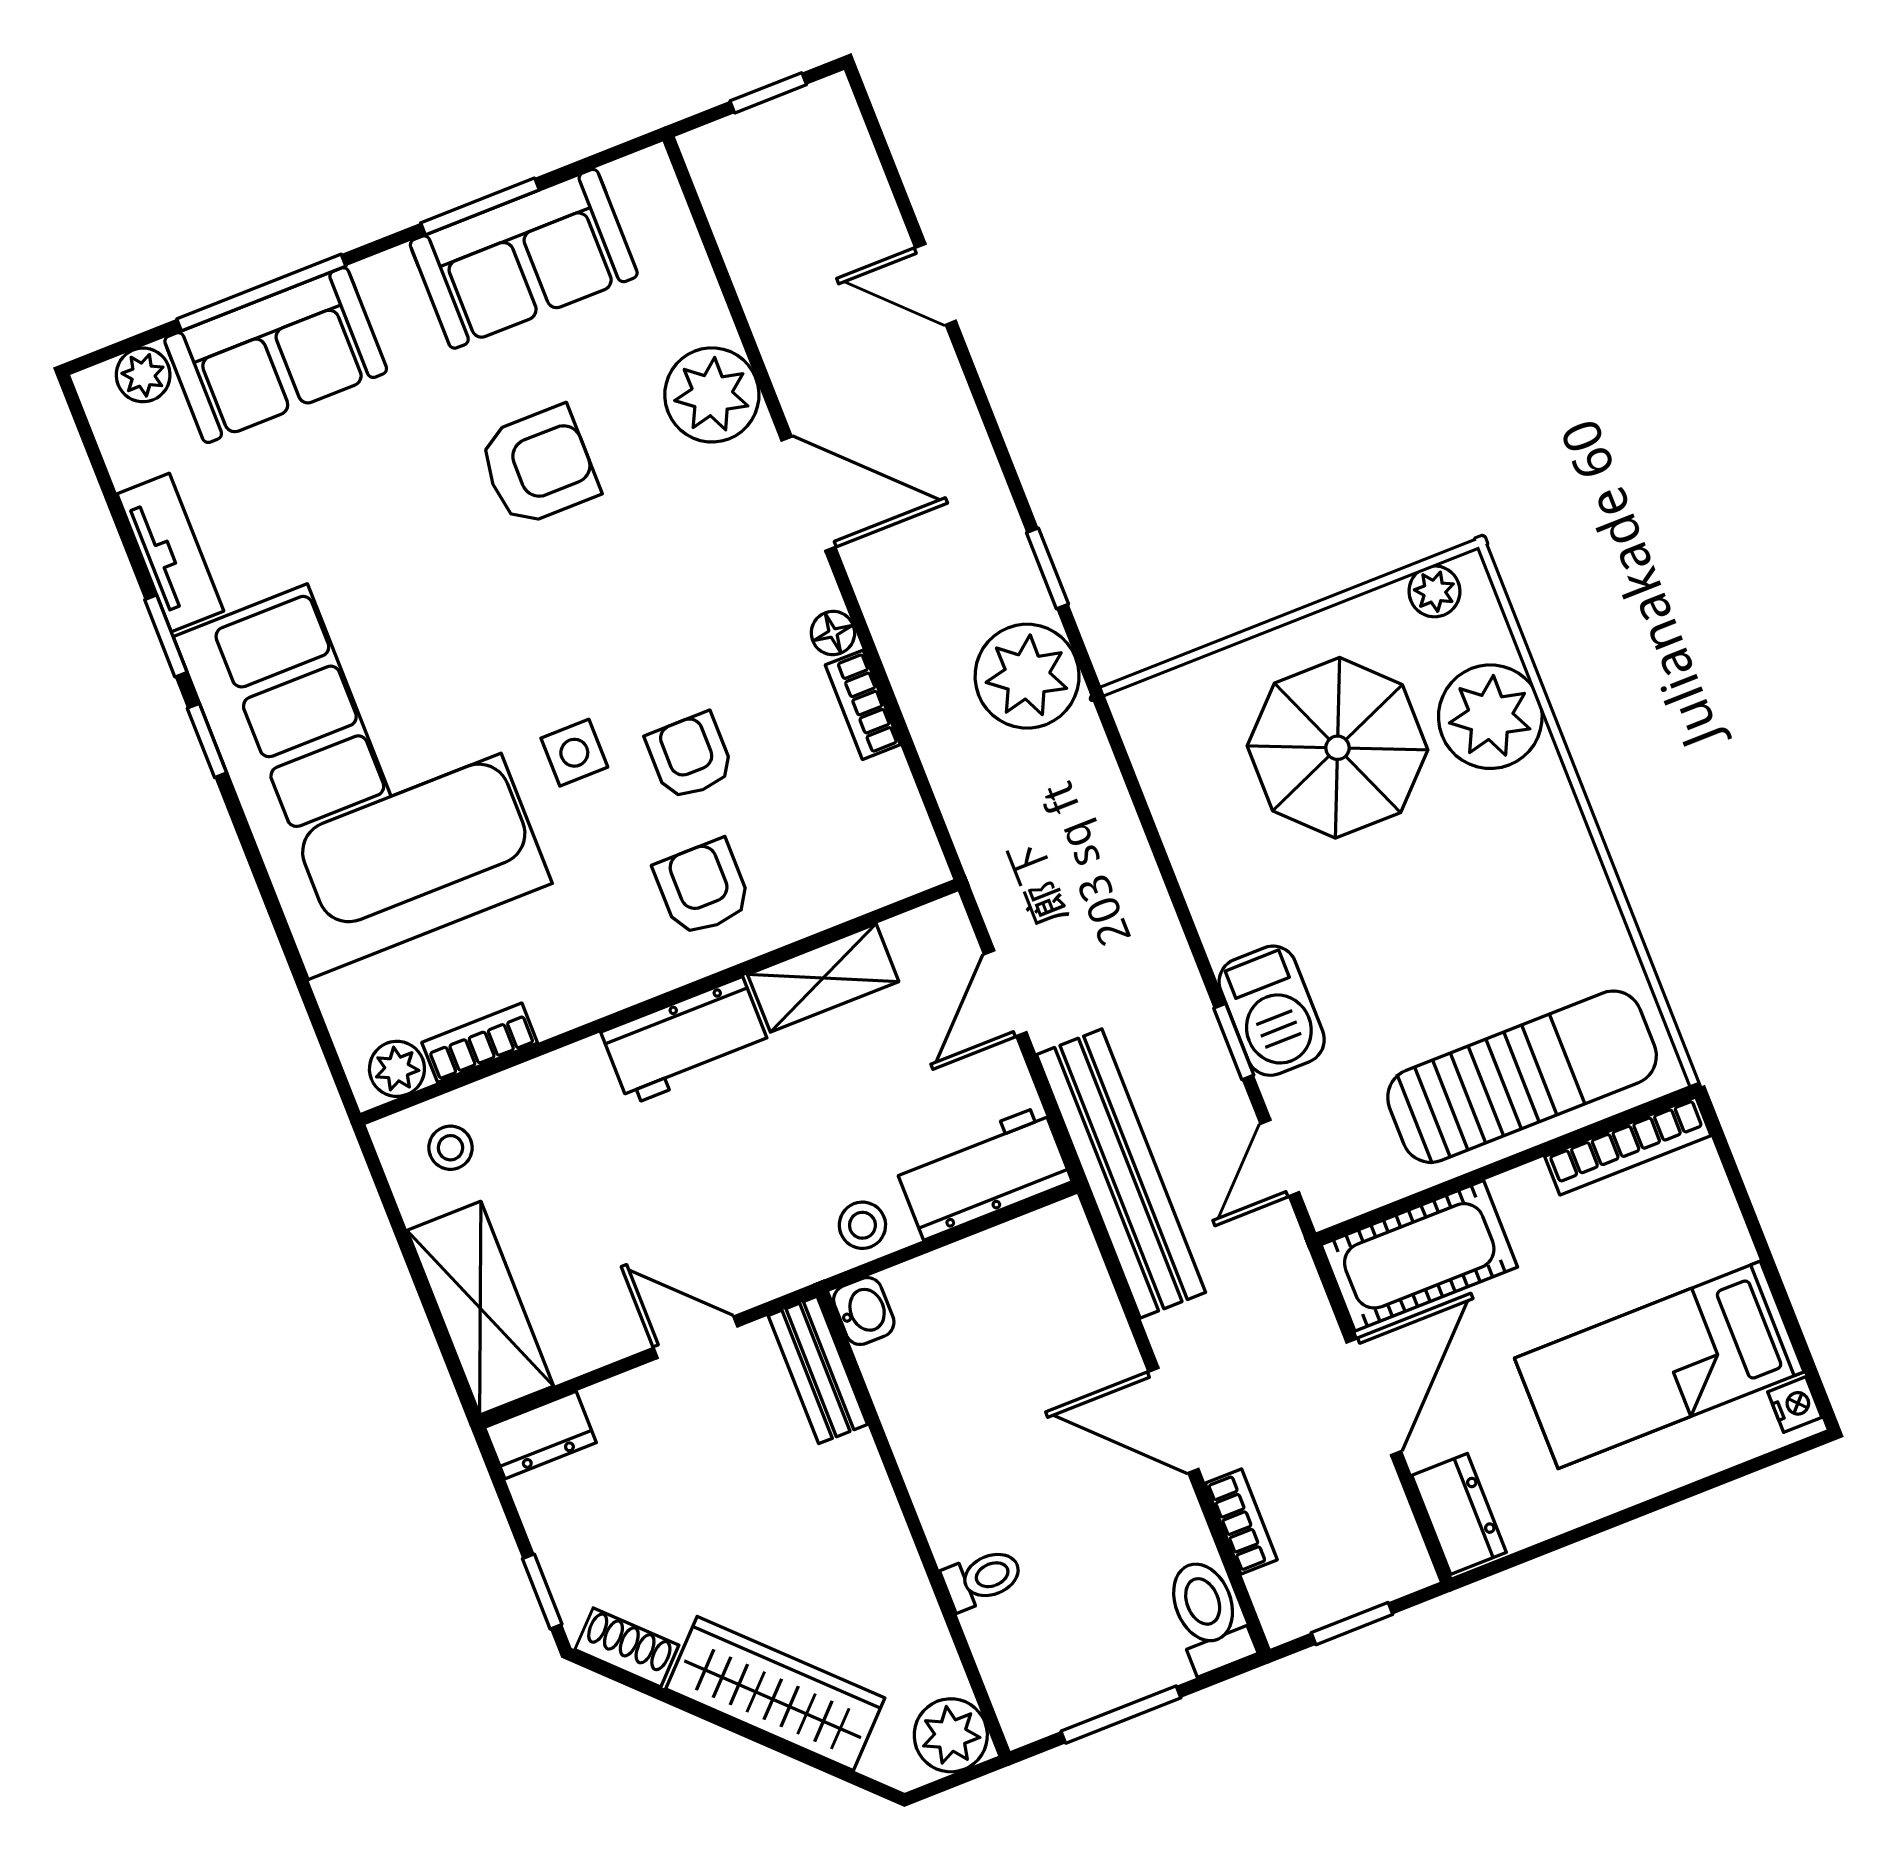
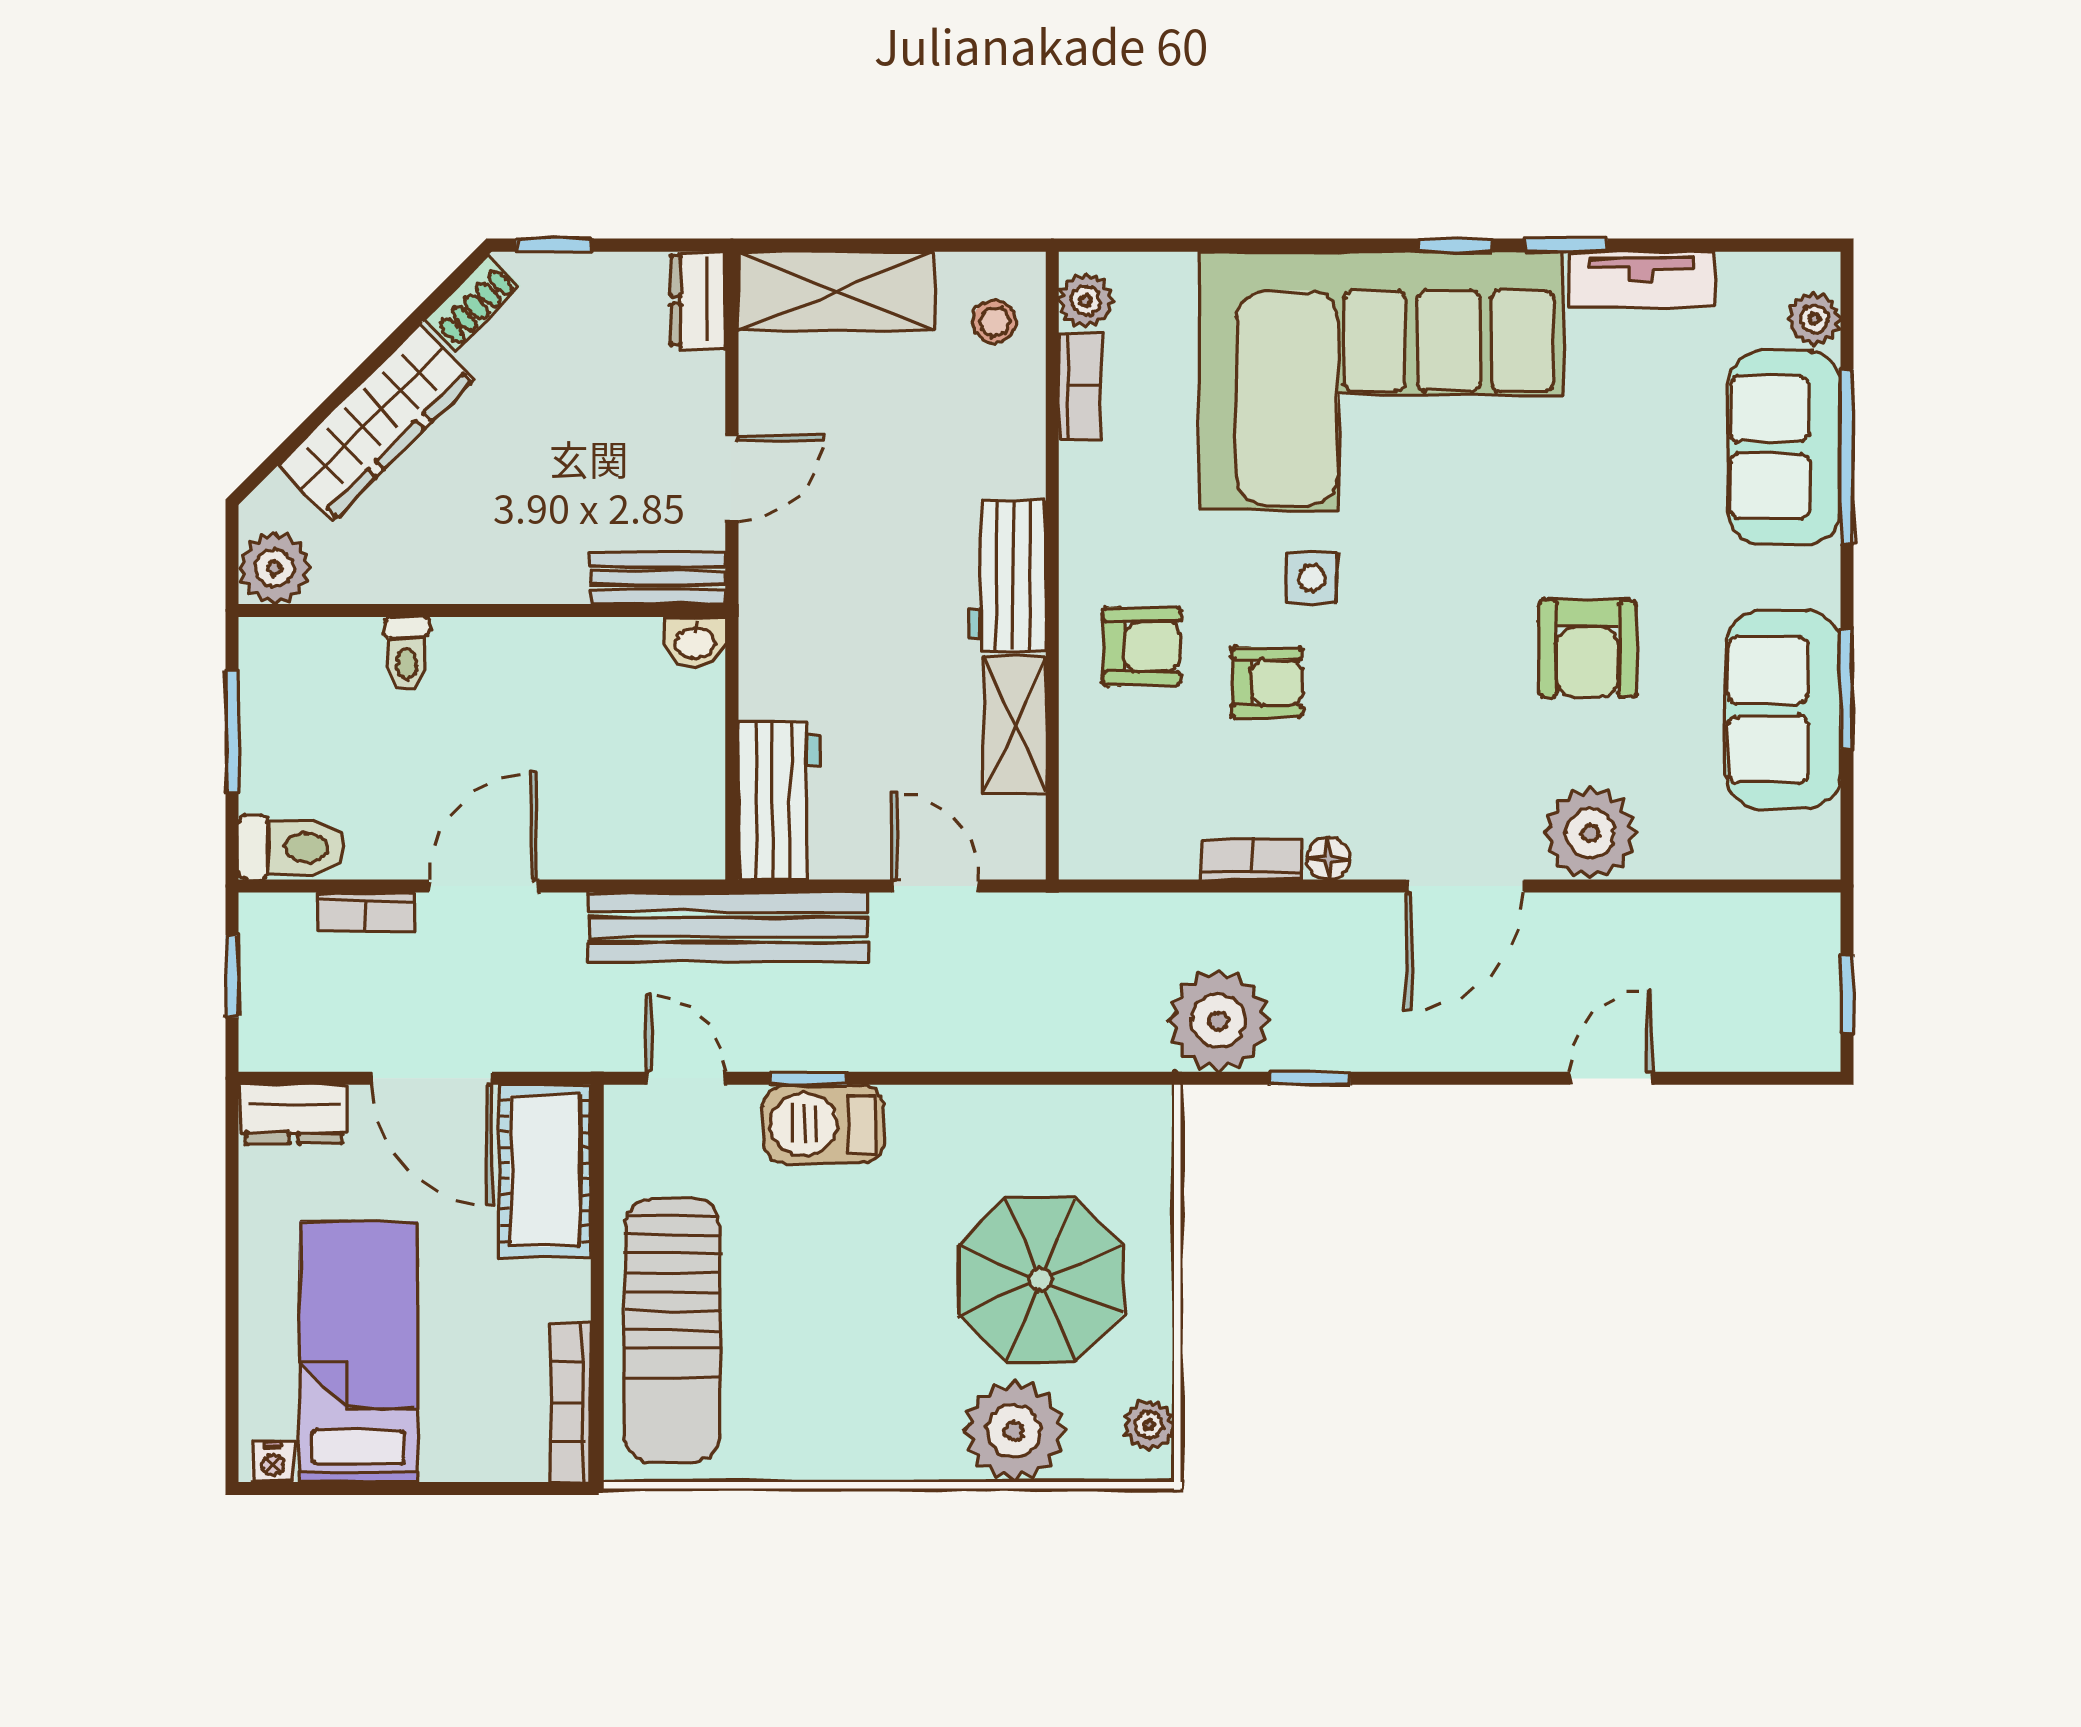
stool: (862, 1225) -> (774, 671), removed

